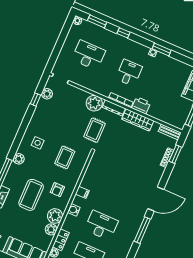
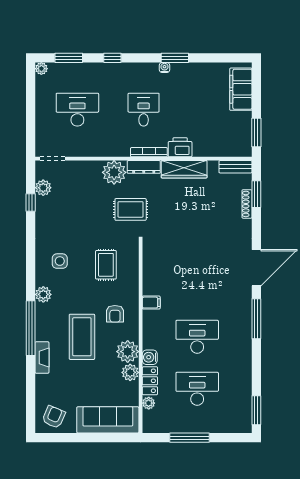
rug: (94, 130) -> (131, 209), turned 90
water cooler: (74, 210) -> (150, 357), moved

